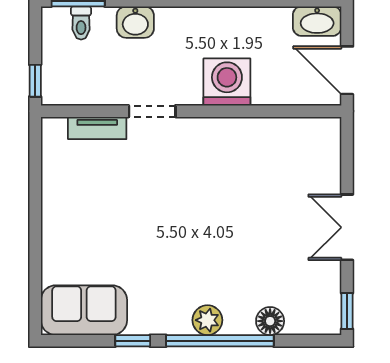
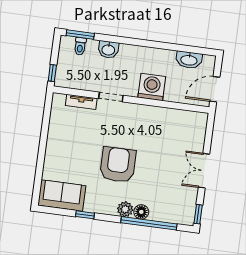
washbasin: (317, 21) -> (189, 60), moved
door: (347, 70) -> (215, 89), hinge flipped
armchair: (182, 238) -> (118, 165), added
floor lamp: (270, 321) -> (141, 212), moved
window: (220, 341) -> (149, 223), moved

